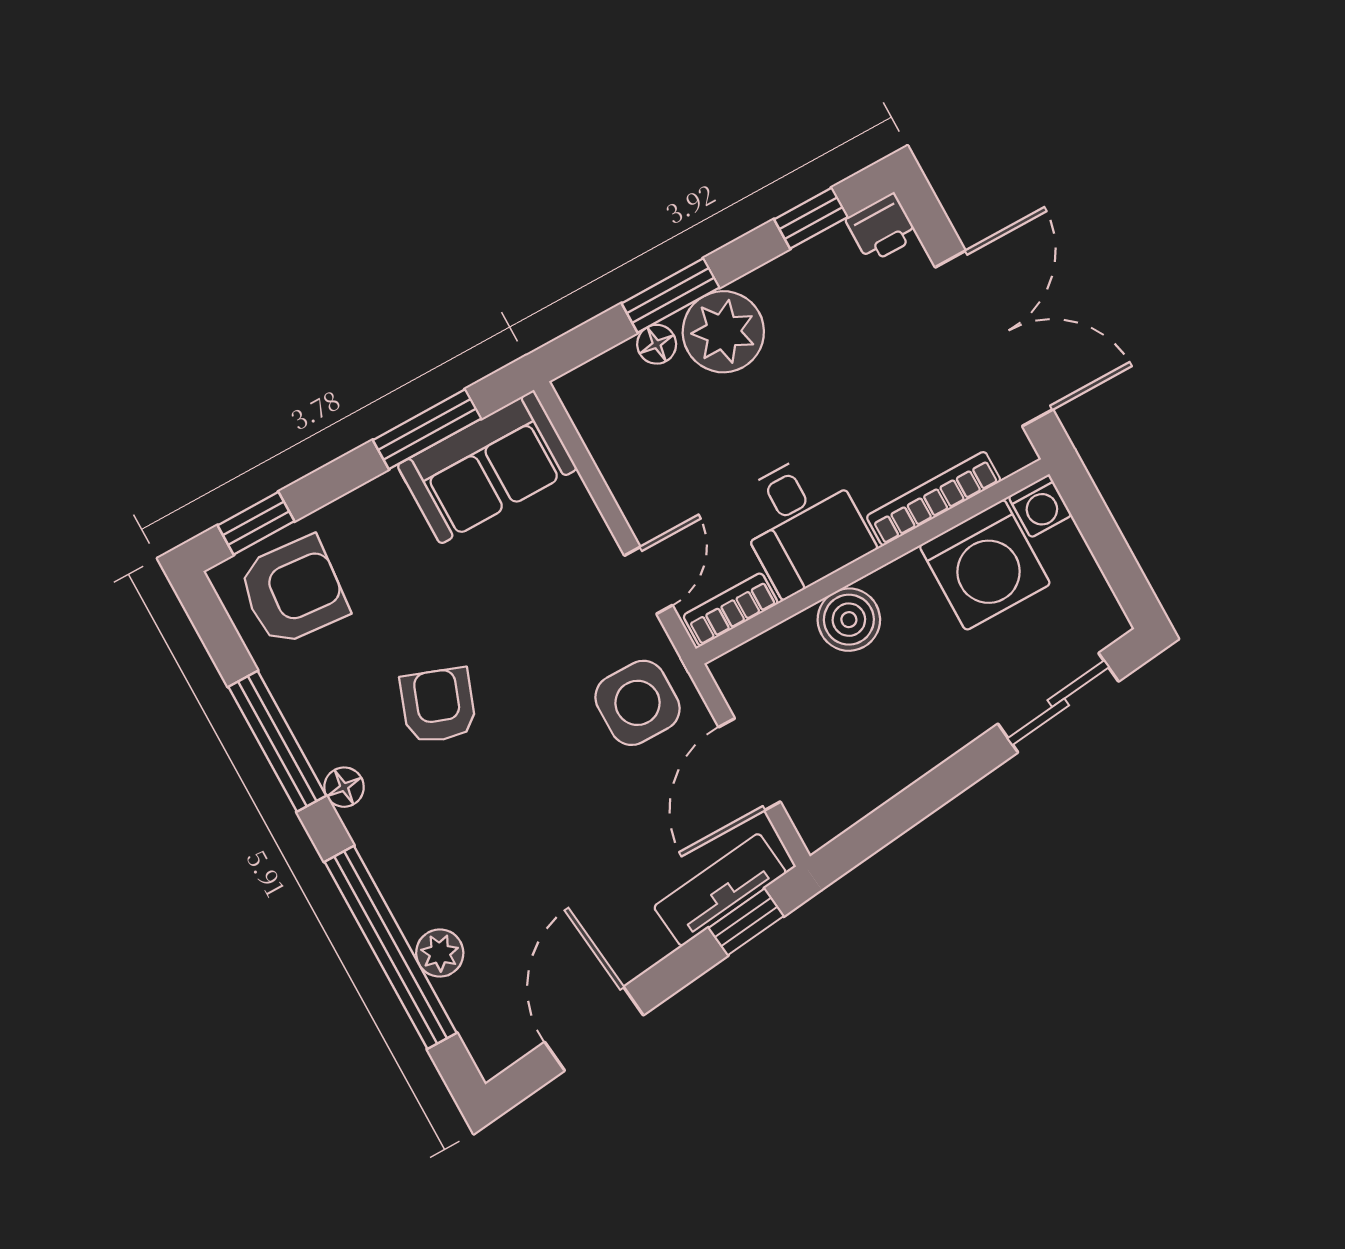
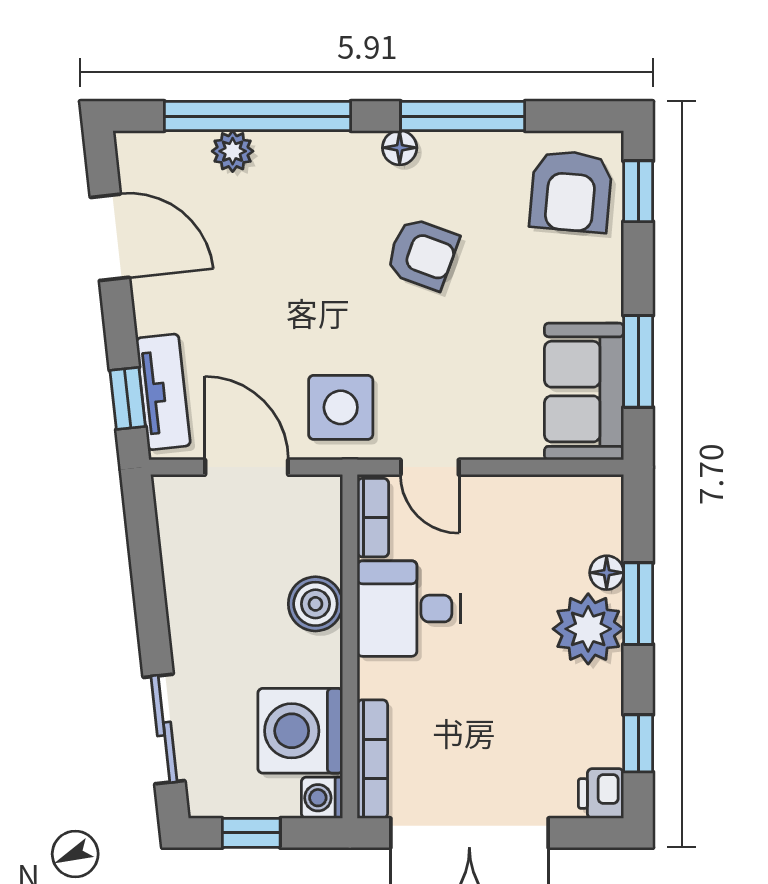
bookcase: (934, 499) -> (372, 759), moved
window: (1115, 558) -> (251, 833), added

